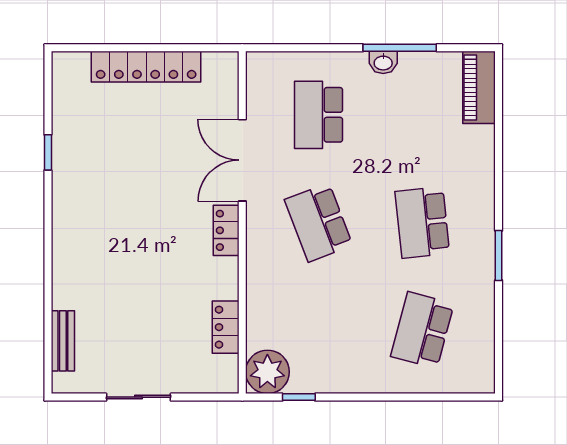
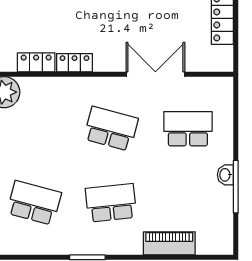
piano: (479, 87) -> (169, 243), moved
school desk: (319, 222) -> (111, 129), turned 36
locker: (226, 230) -> (74, 63), moved

